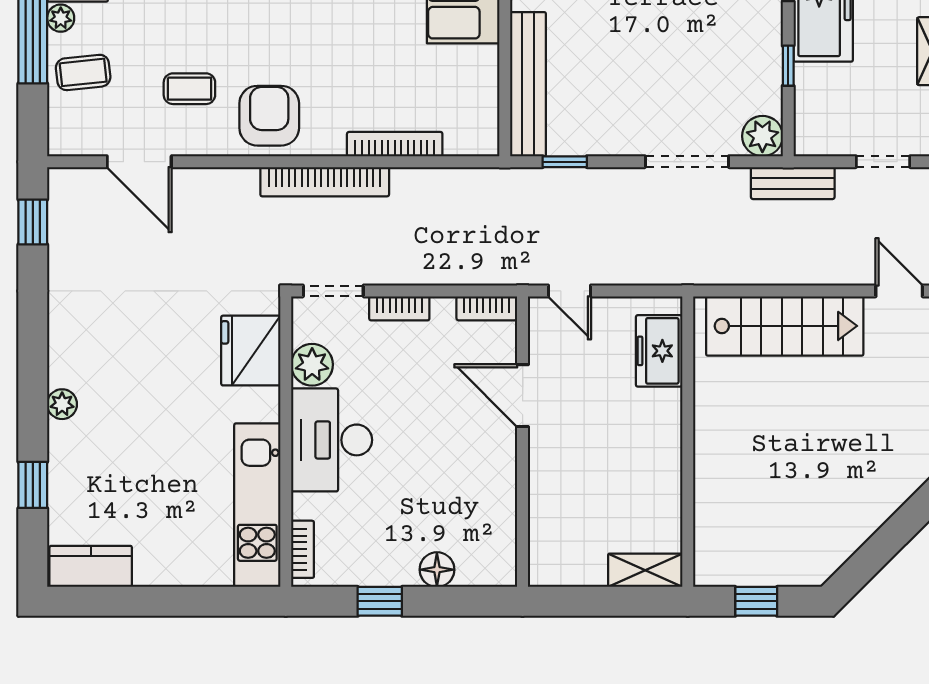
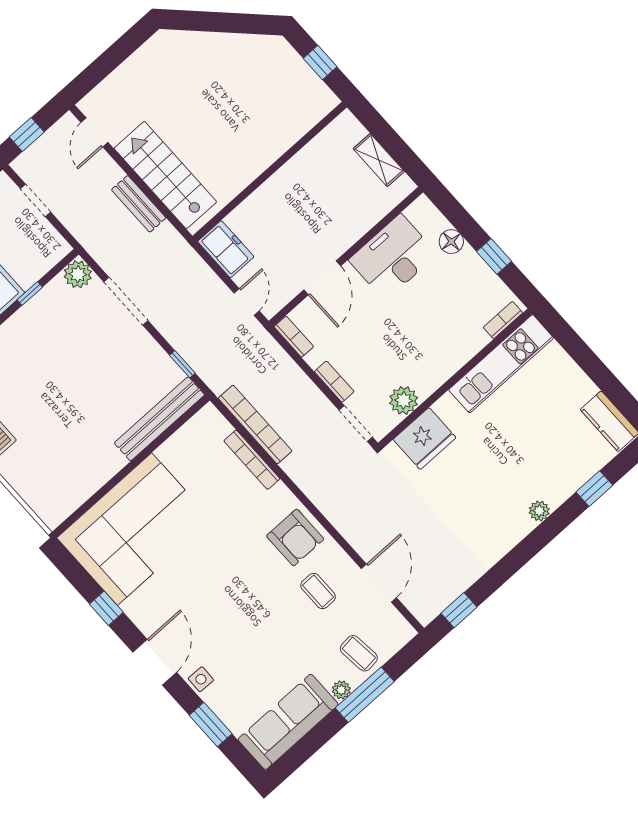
armchair: (269, 116) -> (295, 538), turned -90
bookcase: (325, 182) -> (255, 425), moved
bench: (793, 183) -> (139, 204), moved
freezer: (659, 351) -> (226, 249), moved, turned -90
desk: (332, 440) -> (393, 257), moved, turned 180
shelving: (645, 570) -> (379, 160), moved

